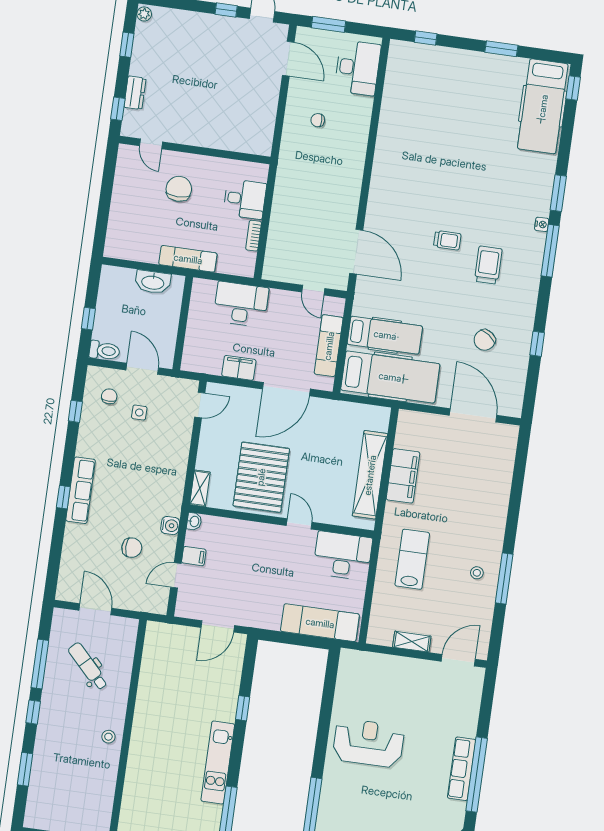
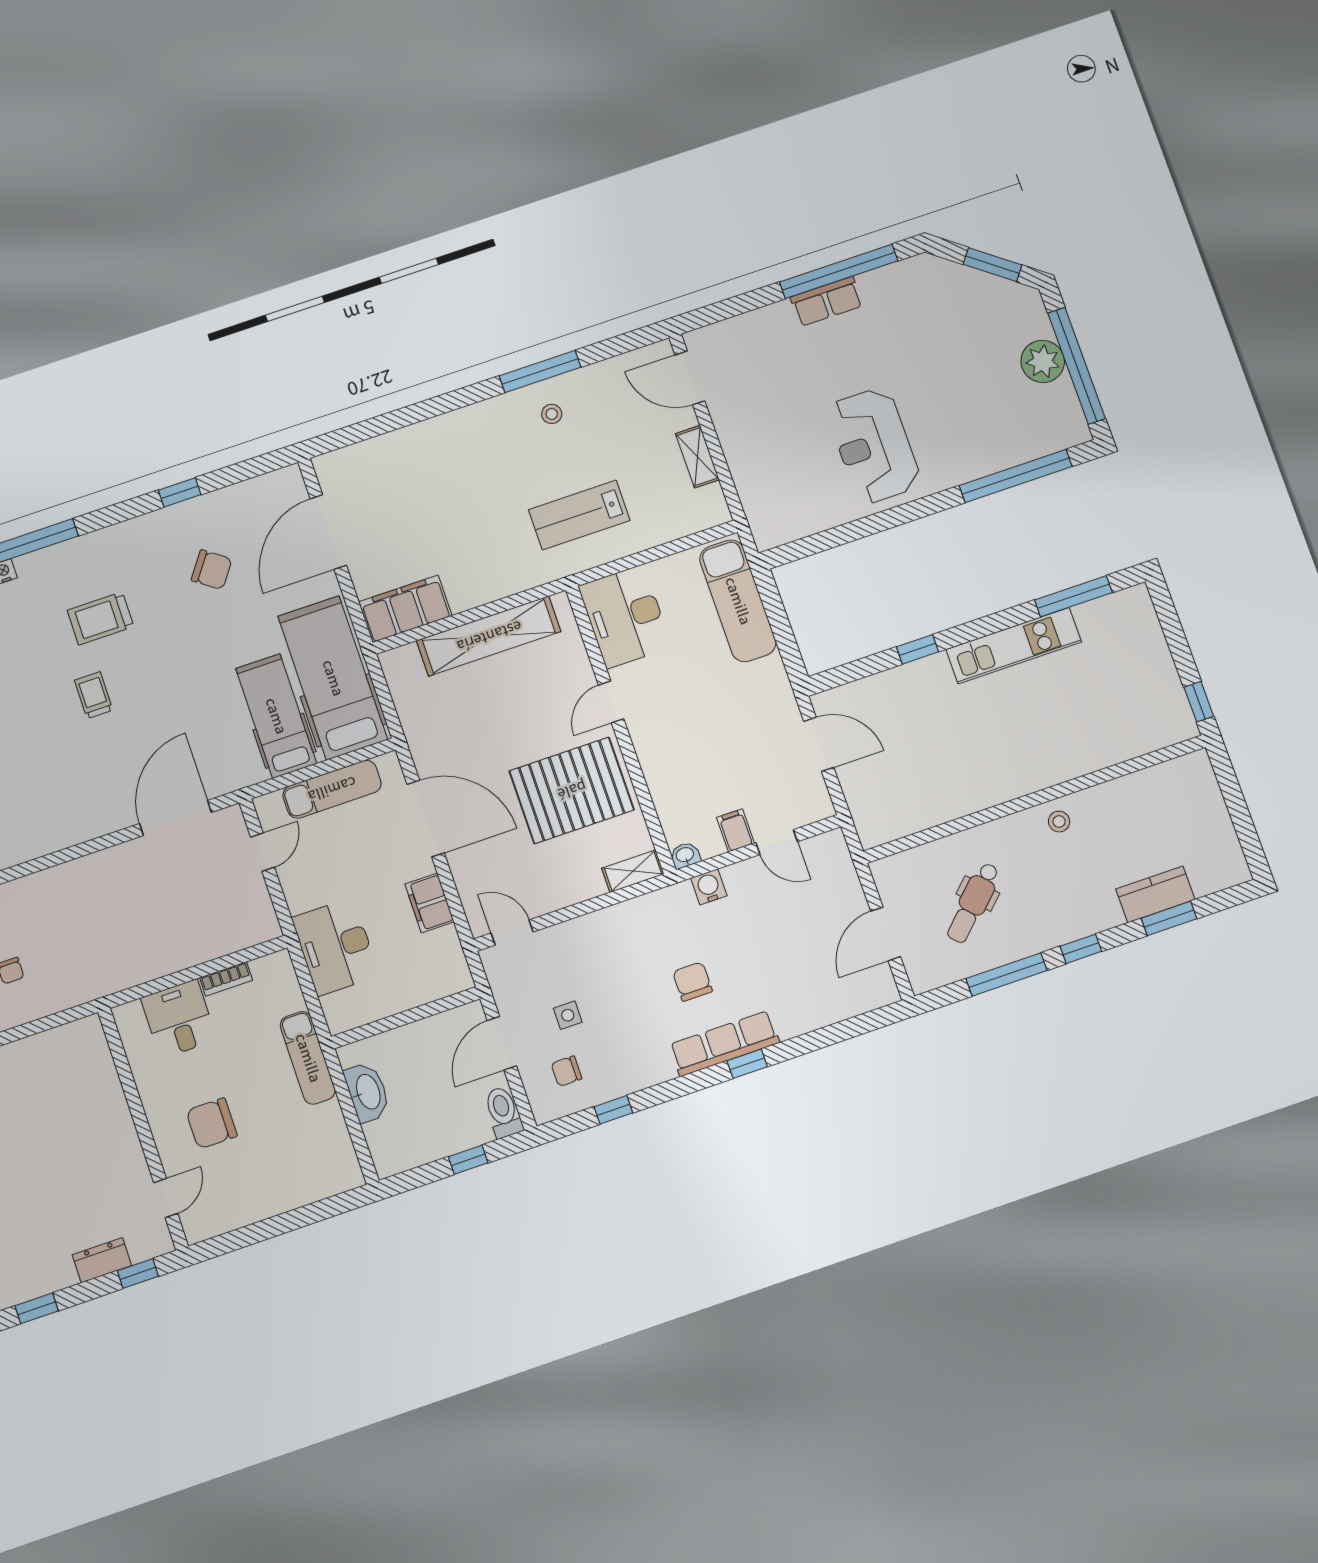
filing cabinet: (403, 476) -> (405, 609), moved
chair: (132, 548) -> (692, 982), moved
kitchen counter: (42, 769) -> (1155, 894), added
row of seats: (462, 769) -> (827, 301), width x0.68

